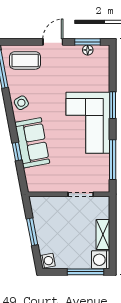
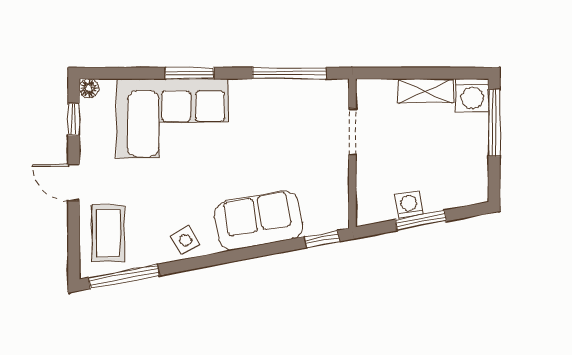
window: (87, 42) -> (74, 119), width x0.67
floor lamp: (88, 50) -> (89, 88), moved
corner sofa: (88, 123) -> (172, 118), moved
window: (17, 151) -> (322, 239), moved
washing machine: (47, 261) -> (409, 205), moved

